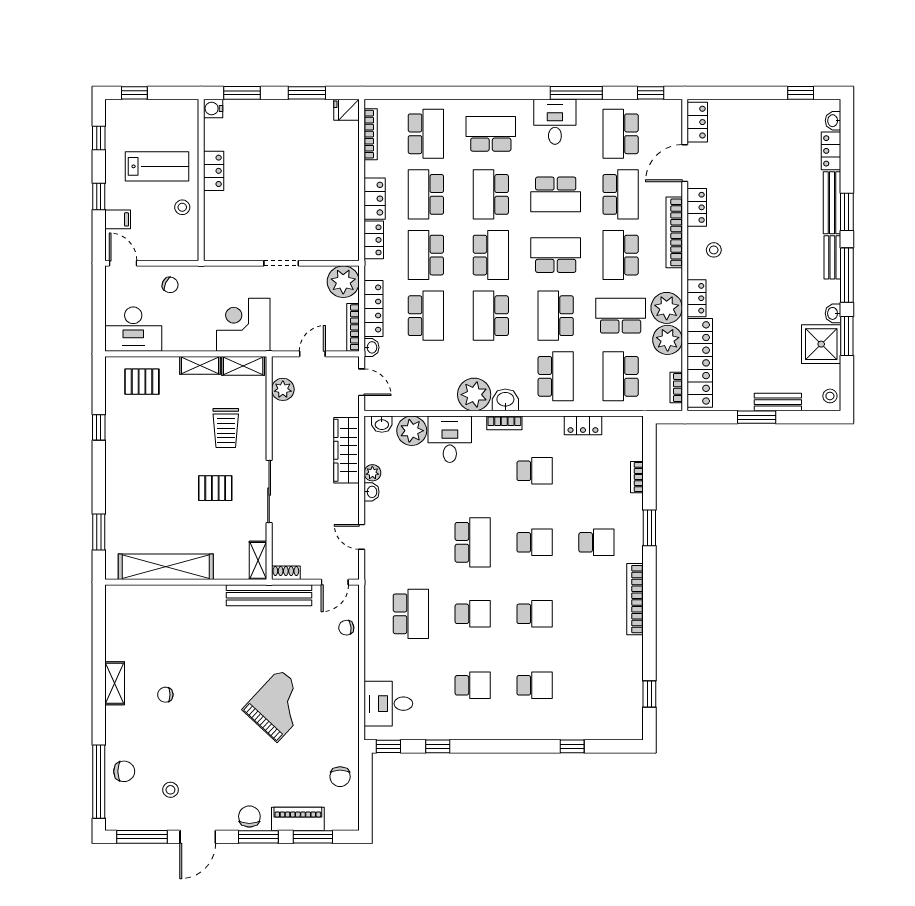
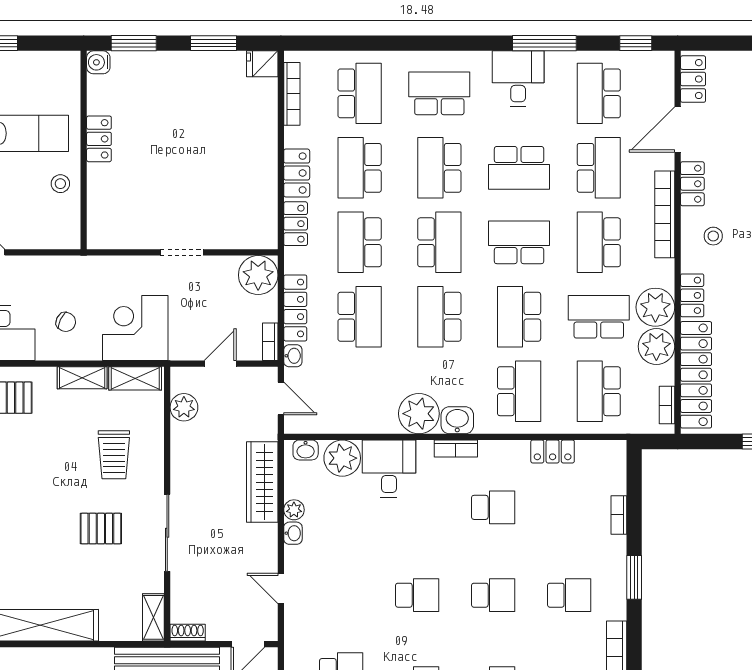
chair: (170, 285) -> (66, 322), moved
bookcase: (353, 327) -> (270, 342), width x0.64
school desk: (473, 542) -> (417, 595), width x0.54

